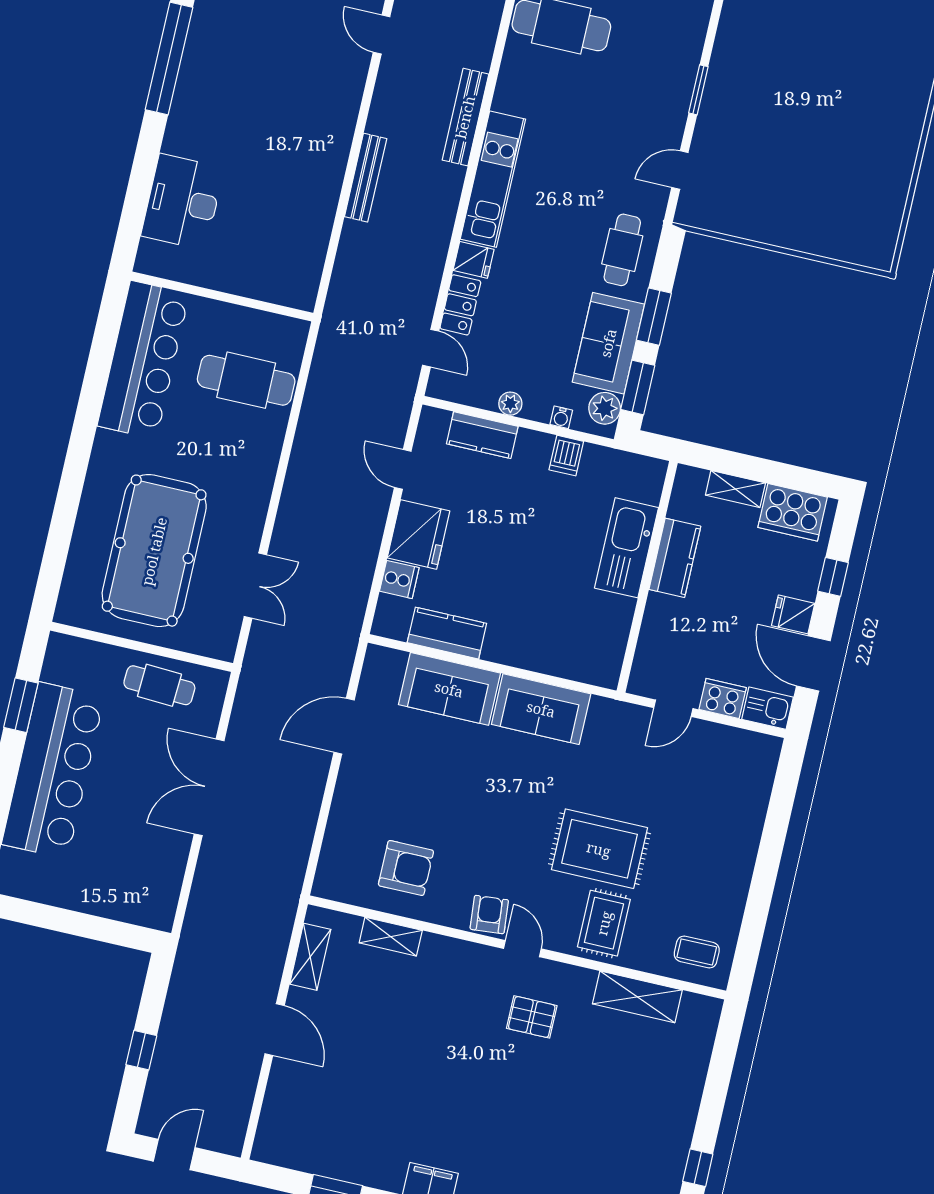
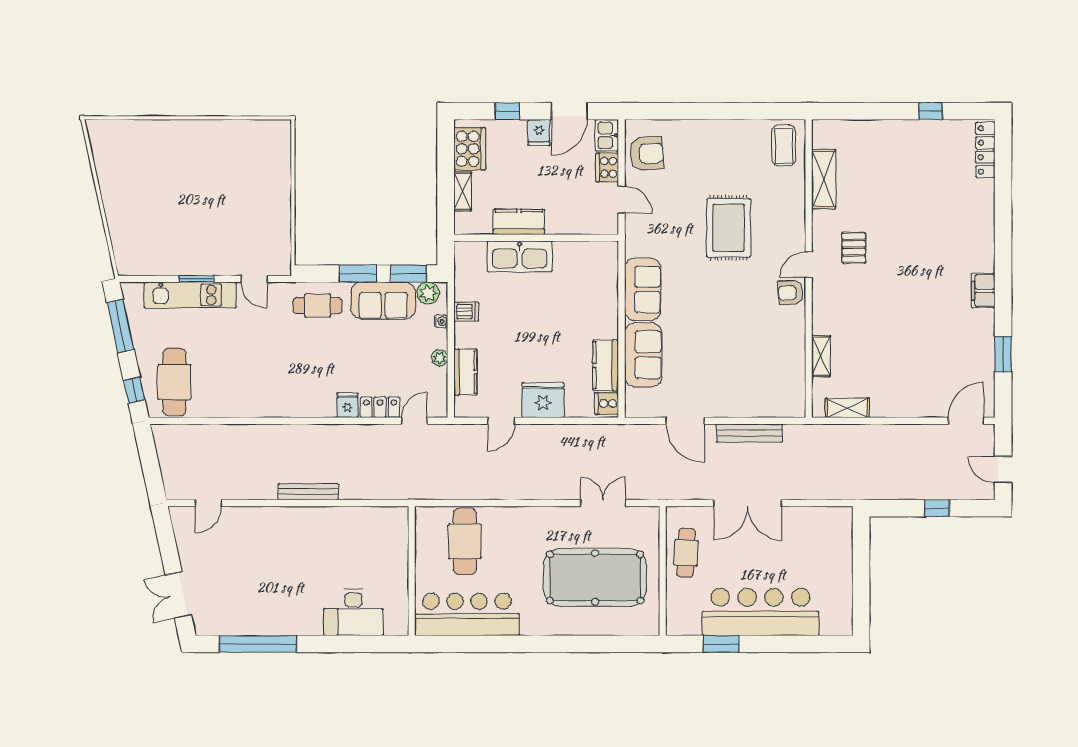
bench: (465, 117) -> (749, 433), moved
kitchen unit: (493, 179) -> (190, 295), moved, turned 180
cooker: (399, 579) -> (607, 404), moved, turned -90
armchair: (406, 868) -> (647, 154), moved, turned 86
rug: (604, 923) -> (779, 213), removed
coffee table: (697, 952) -> (784, 146), width x1.36, depth x1.30
door: (275, 1030) -> (966, 421), moved

